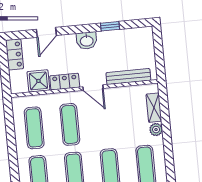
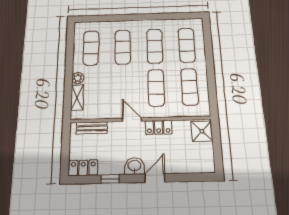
door: (46, 32) -> (155, 178), moved
locker: (14, 54) -> (83, 168), moved, turned 90
bench: (128, 77) -> (92, 128), width x0.73
shower: (38, 81) -> (202, 131), moved

